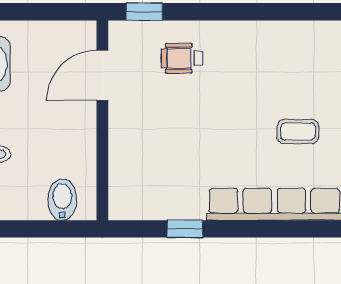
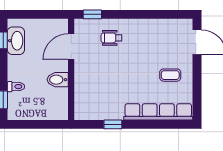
bidet: (62, 200) -> (58, 80), moved, turned -90

